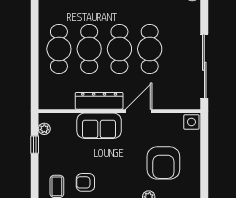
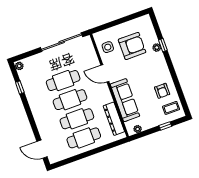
dresser: (99, 101) -> (114, 119), moved
side table: (191, 122) -> (108, 47), moved
sofa: (99, 126) -> (125, 100), width x1.36
window: (35, 145) -> (165, 126), moved

